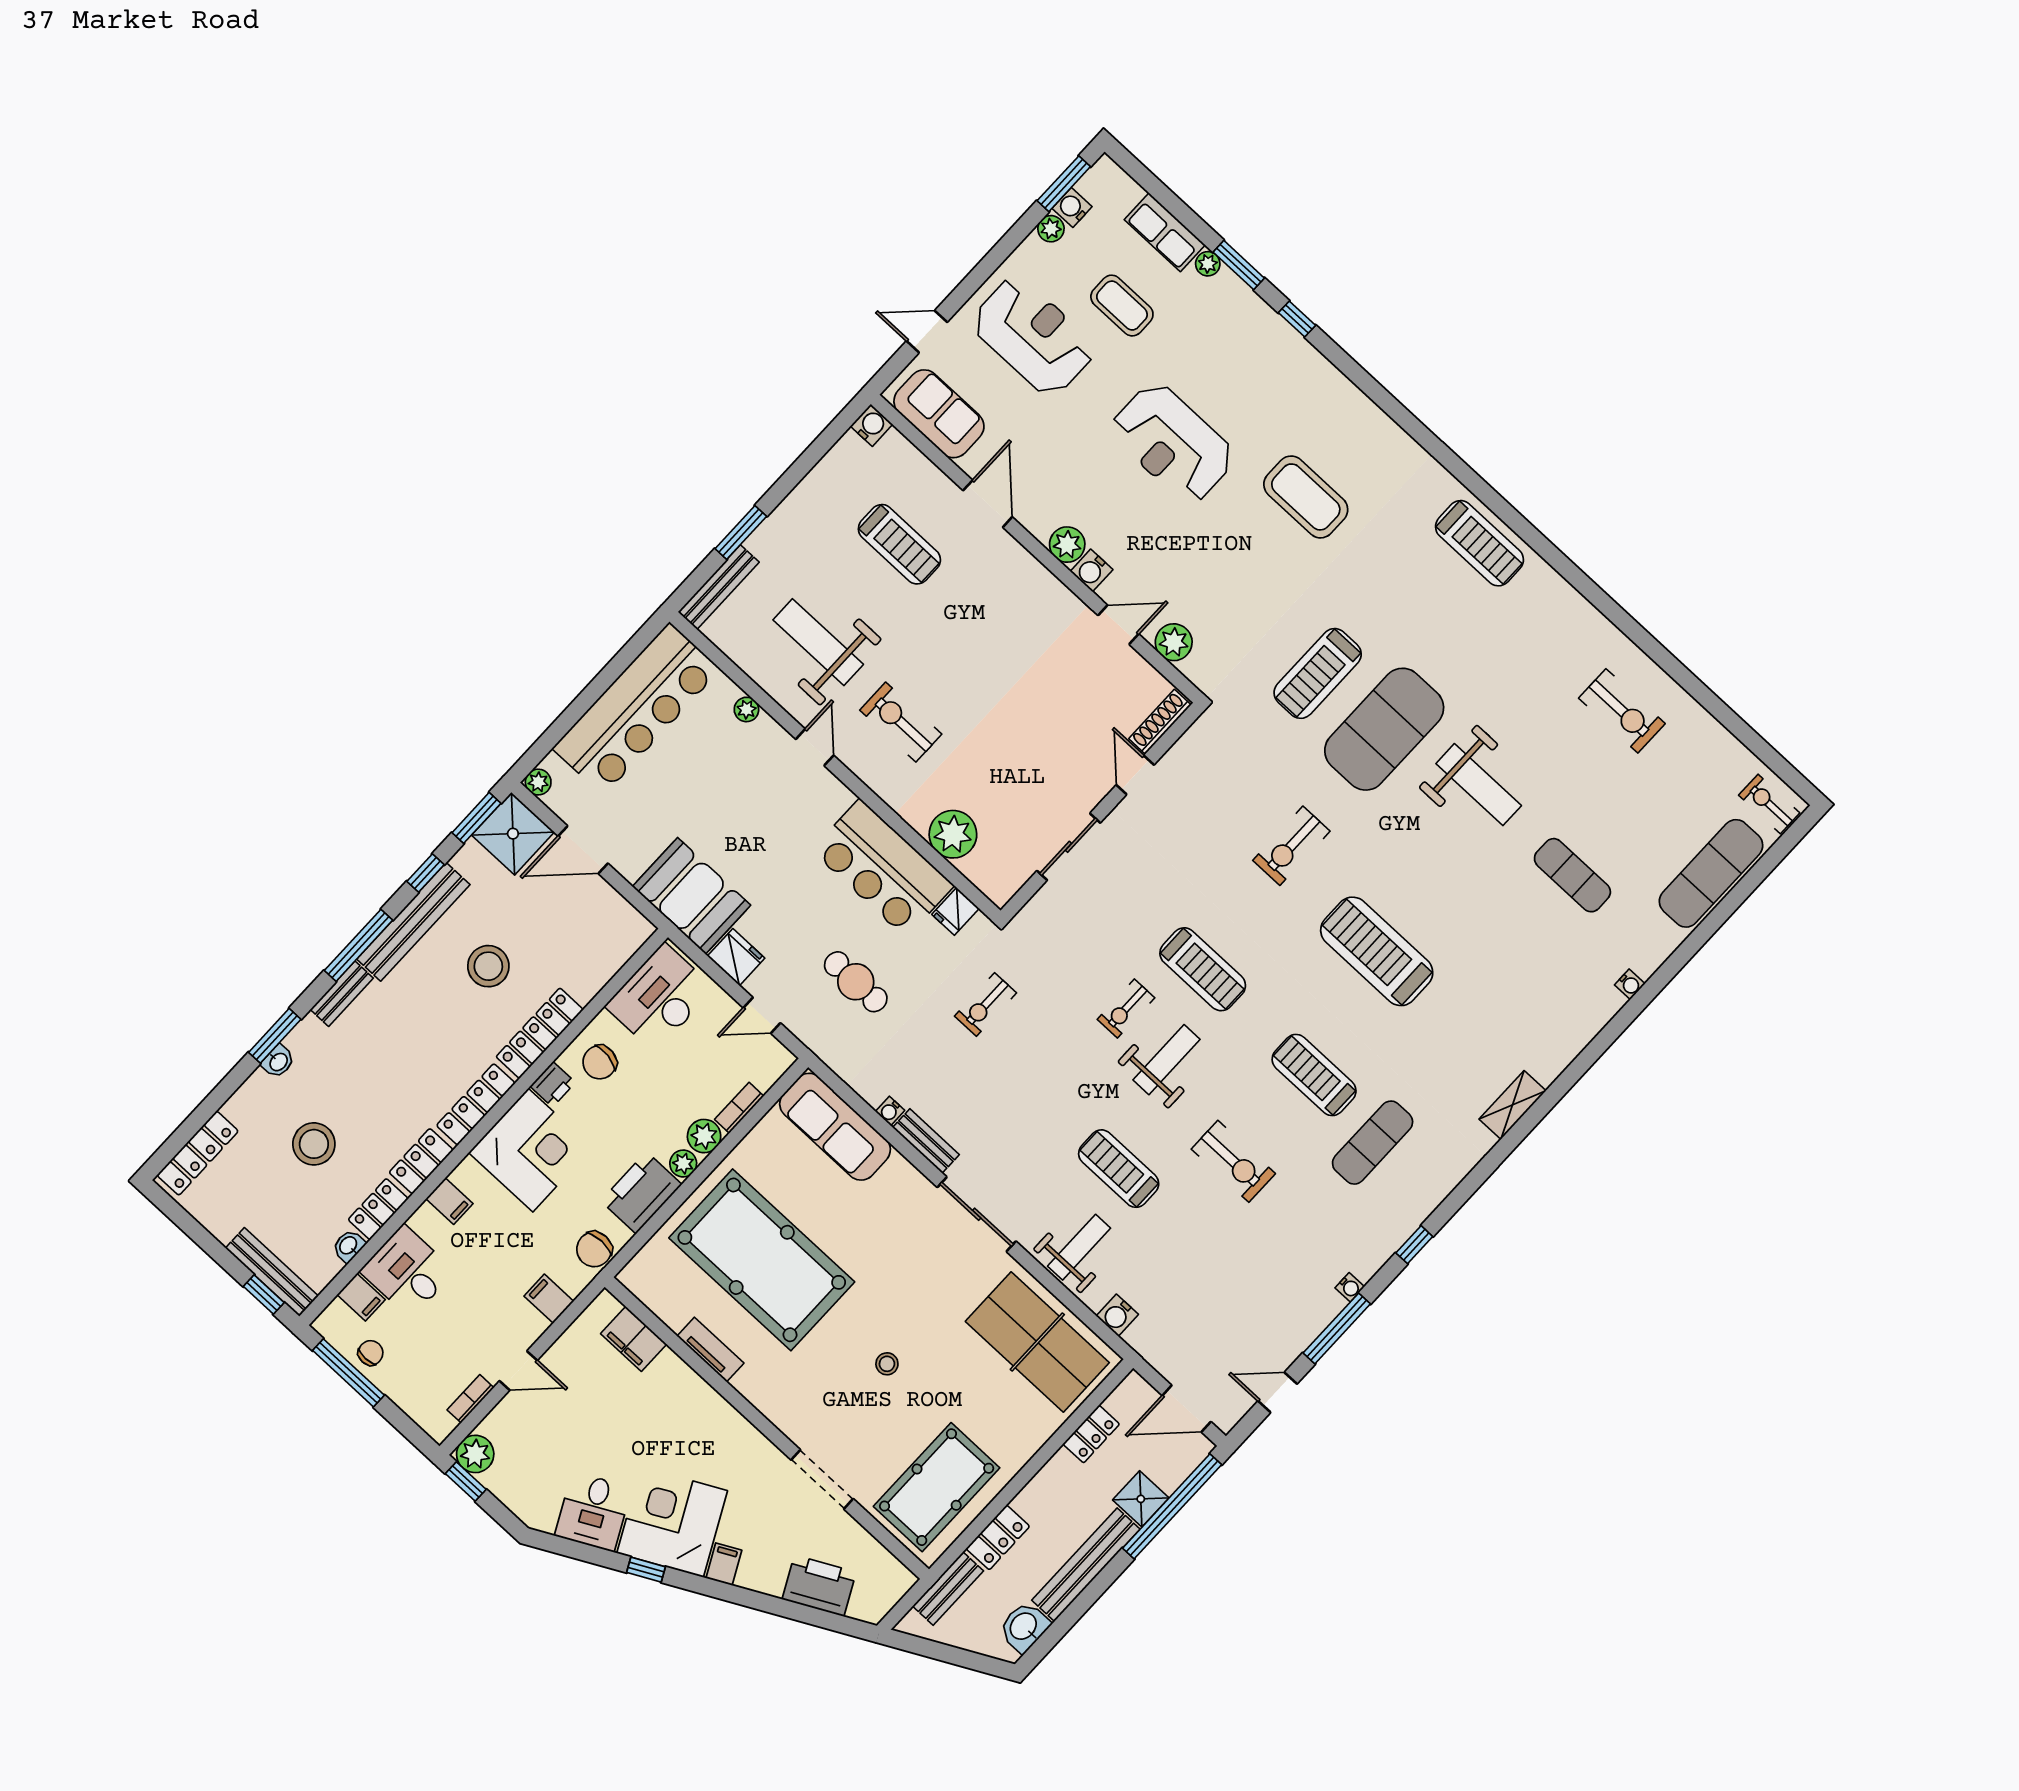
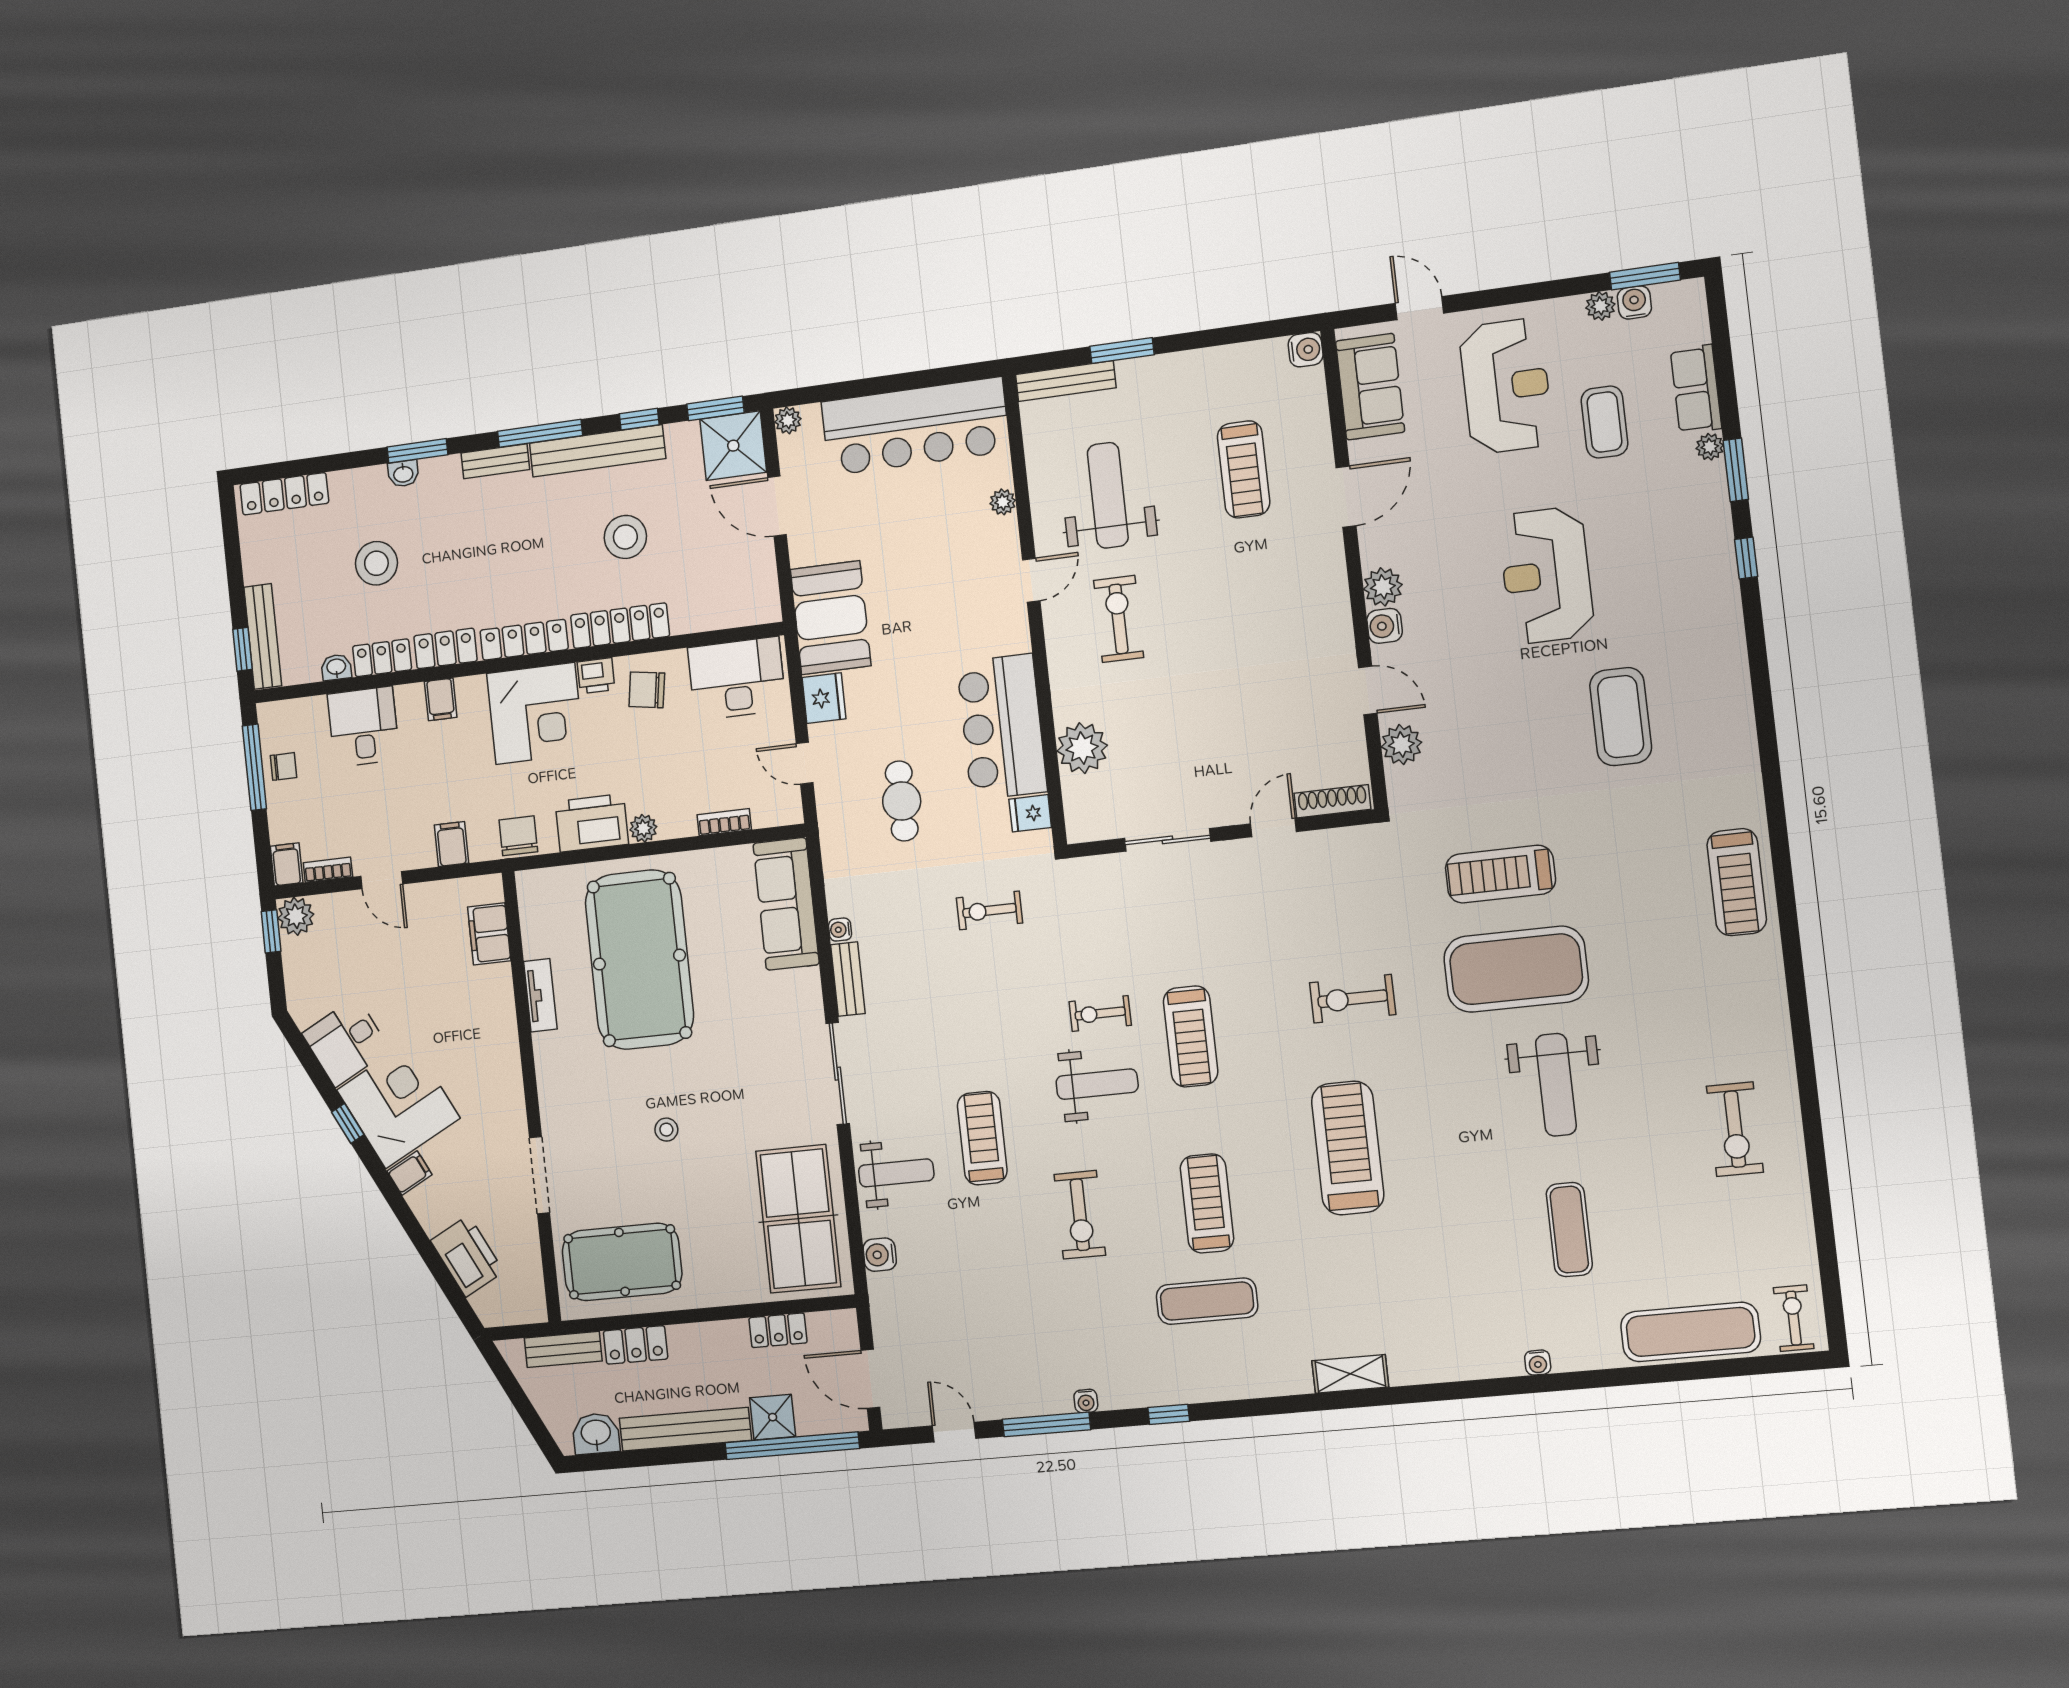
plant: (704, 1136) -> (678, 821), removed
chair: (594, 1249) -> (518, 836), turned 90
filing cabinet: (361, 1297) -> (287, 864), moved, turned 180

